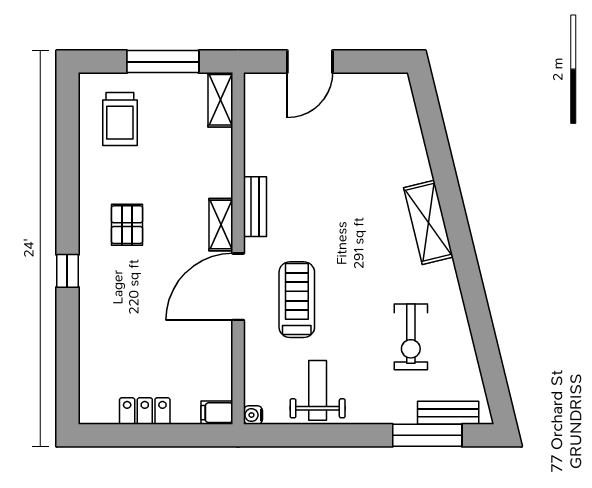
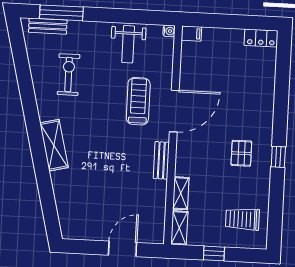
window: (163, 62) -> (214, 253), width x0.46
trolley: (120, 119) -> (242, 219), turned -90
shelving: (221, 225) -> (181, 193), moved
window: (67, 271) -> (278, 157), moved
treadmill: (297, 300) -> (138, 101), turned 180
locker: (145, 411) -> (261, 38), moved

